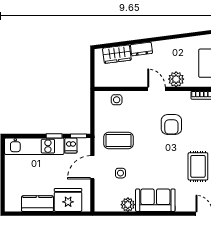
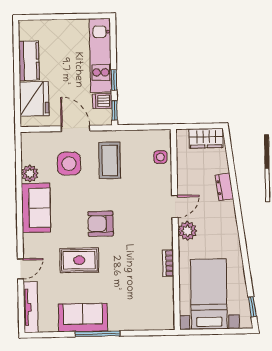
wardrobe: (117, 54) -> (206, 138), moved, turned -83
armchair: (171, 125) -> (101, 224), moved
side table: (120, 173) -> (69, 164), width x1.87, depth x1.87

